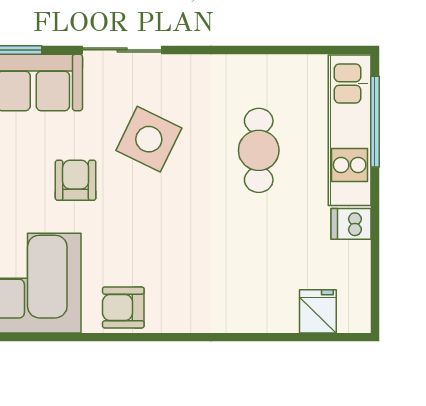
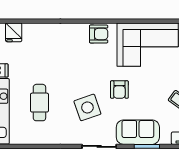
side table: (149, 139) -> (87, 107), turned 45

